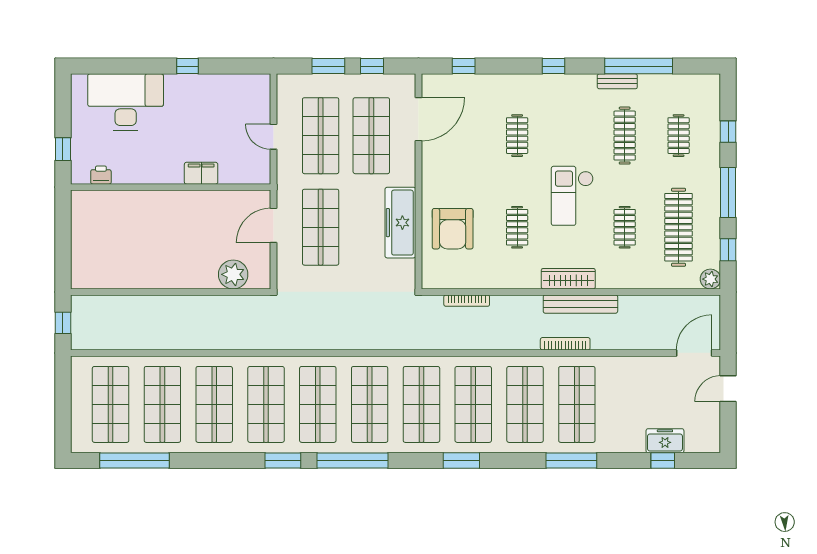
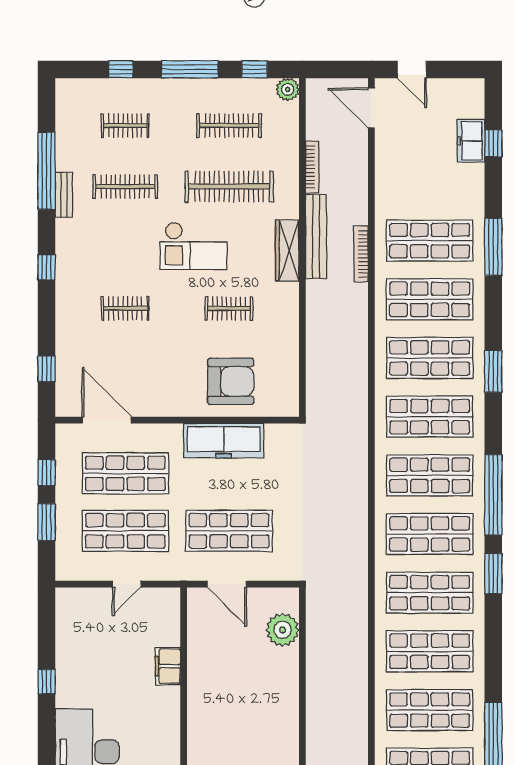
clothes rail: (625, 227) -> (229, 186), width x1.86, depth x1.31
clothes rail: (679, 227) -> (229, 126), width x0.73, depth x0.76
bookcase: (467, 301) -> (312, 167), moved

